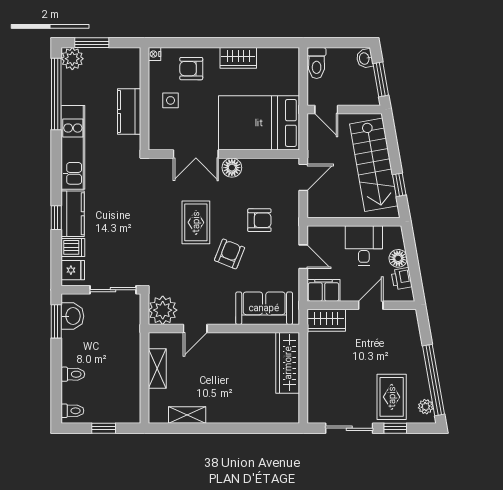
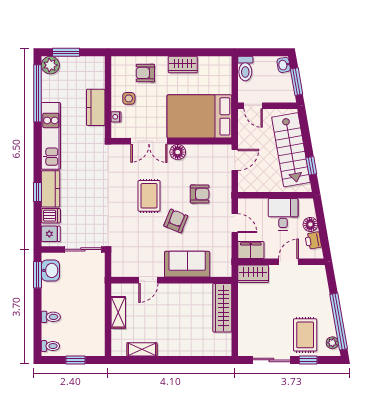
nightstand: (154, 54) -> (116, 117), moved
sofa: (264, 308) -> (187, 264), moved
plant: (163, 310) -> (123, 266), removed

